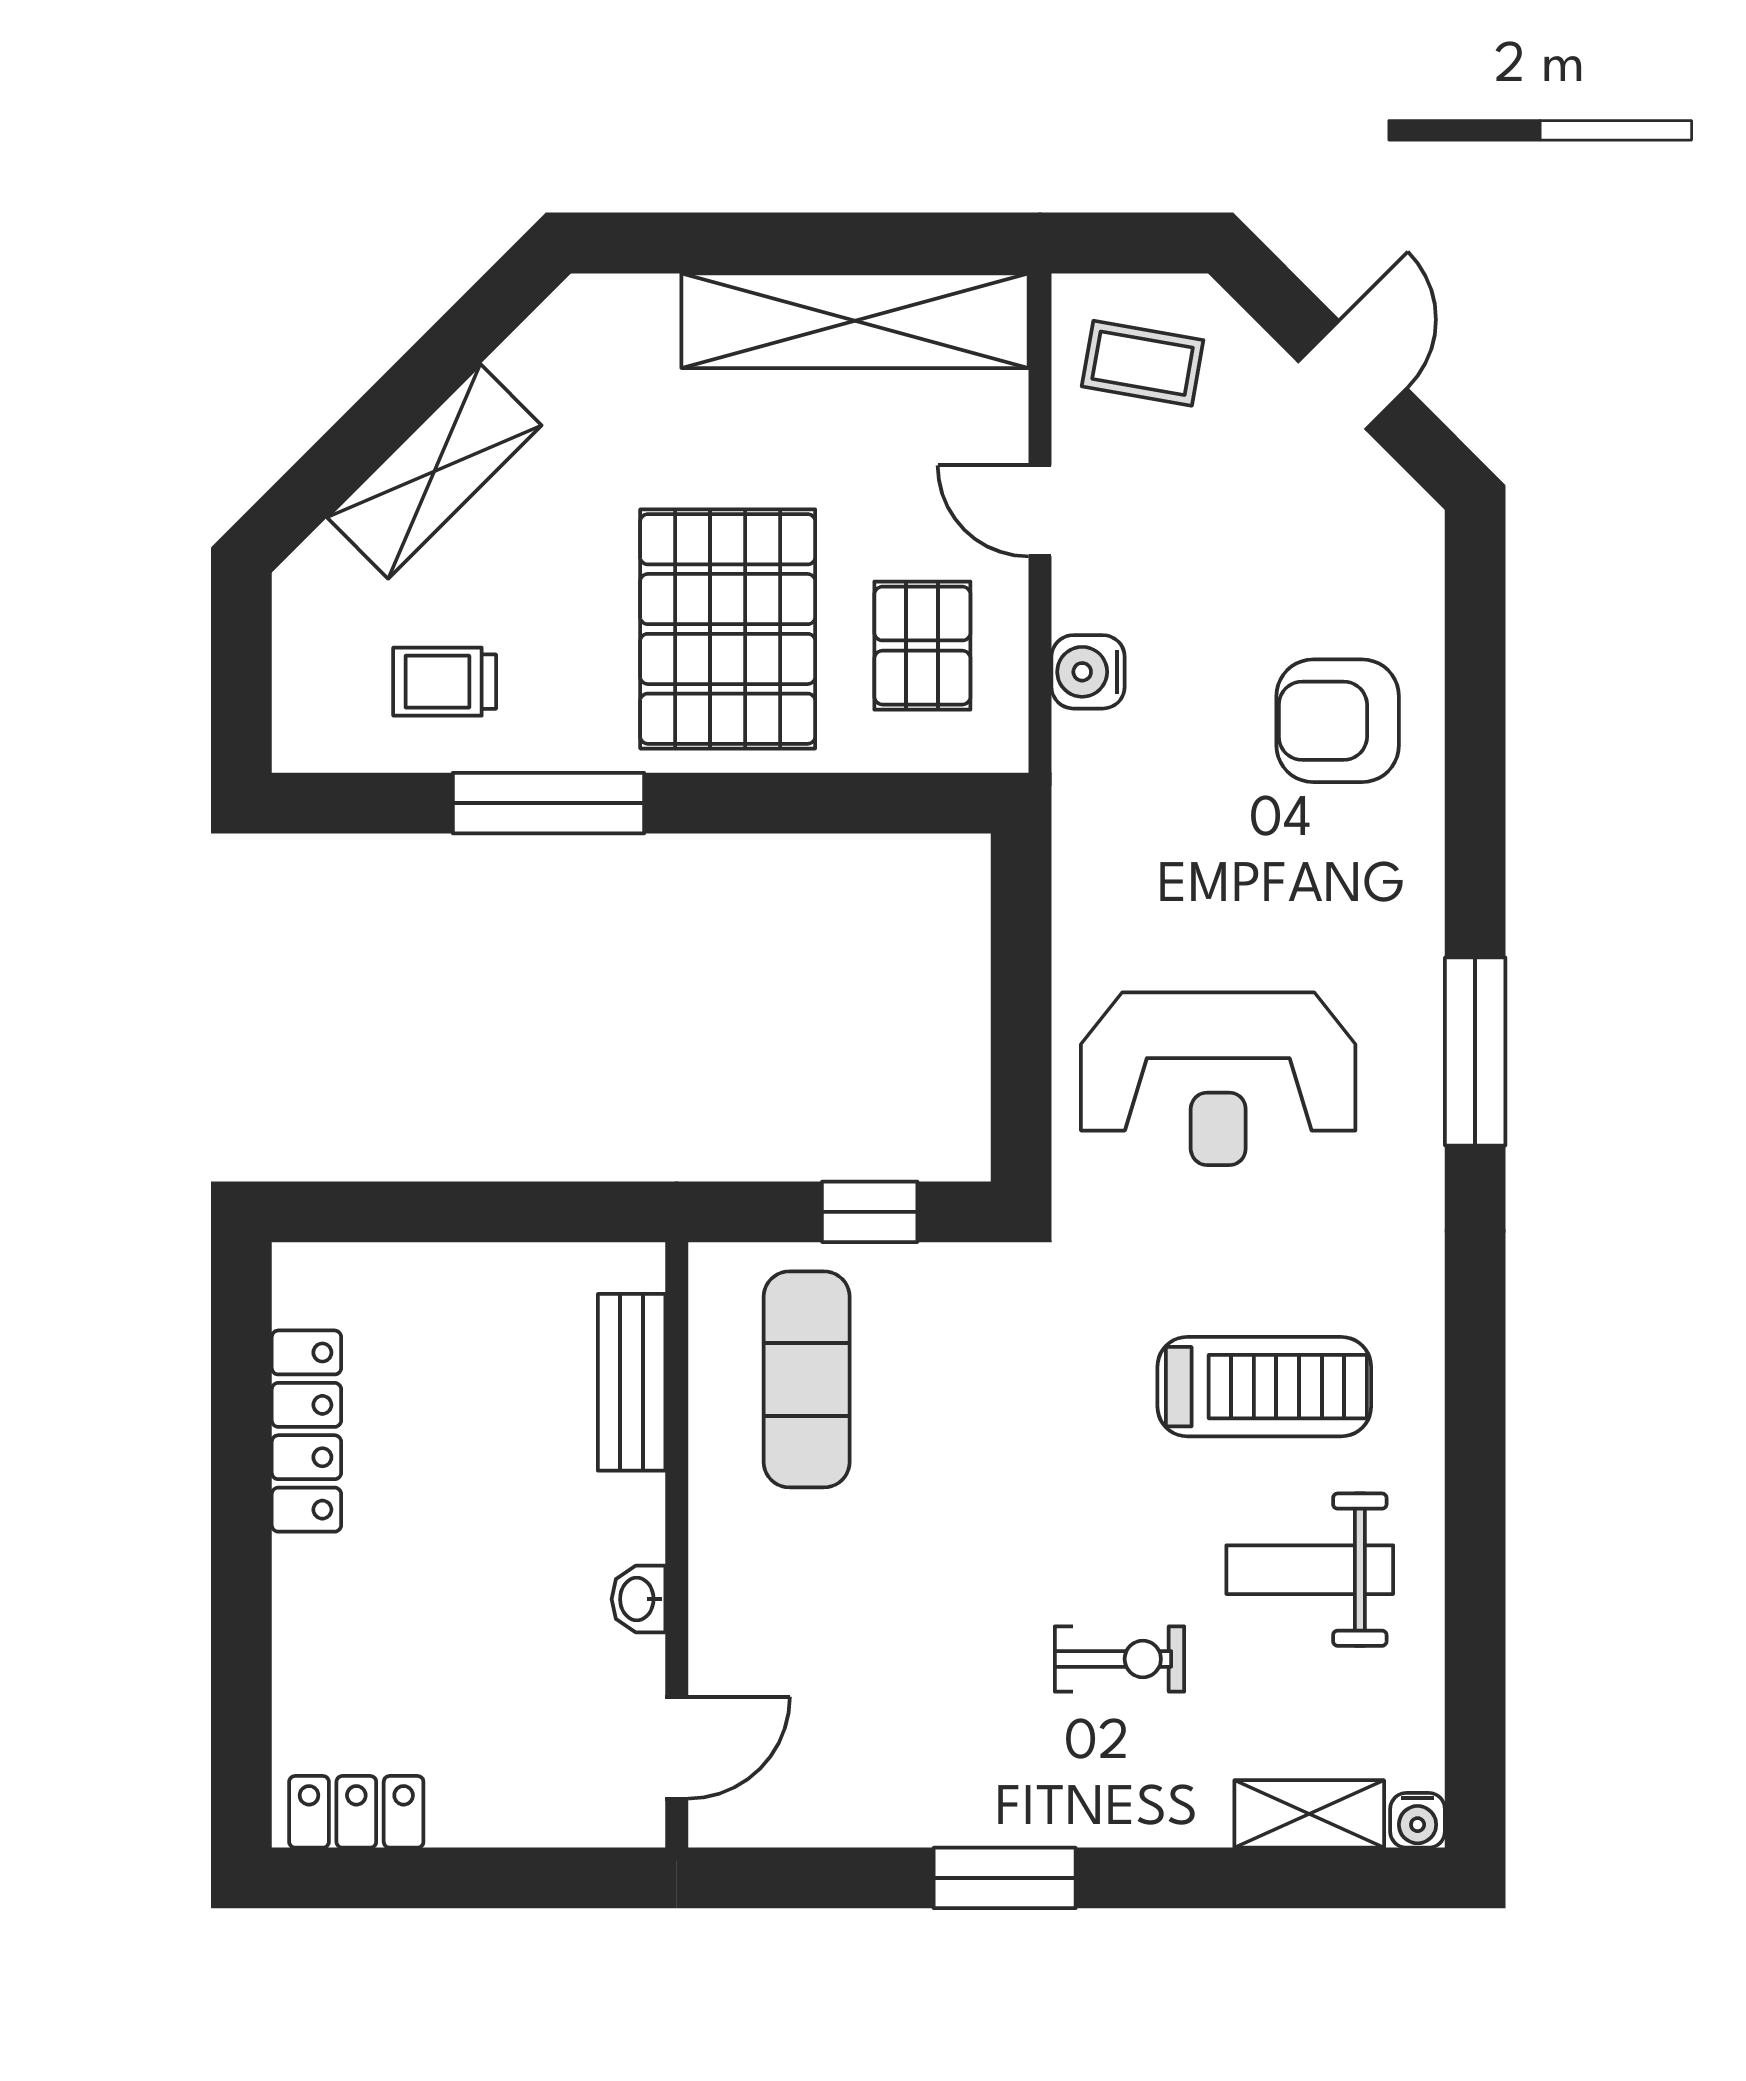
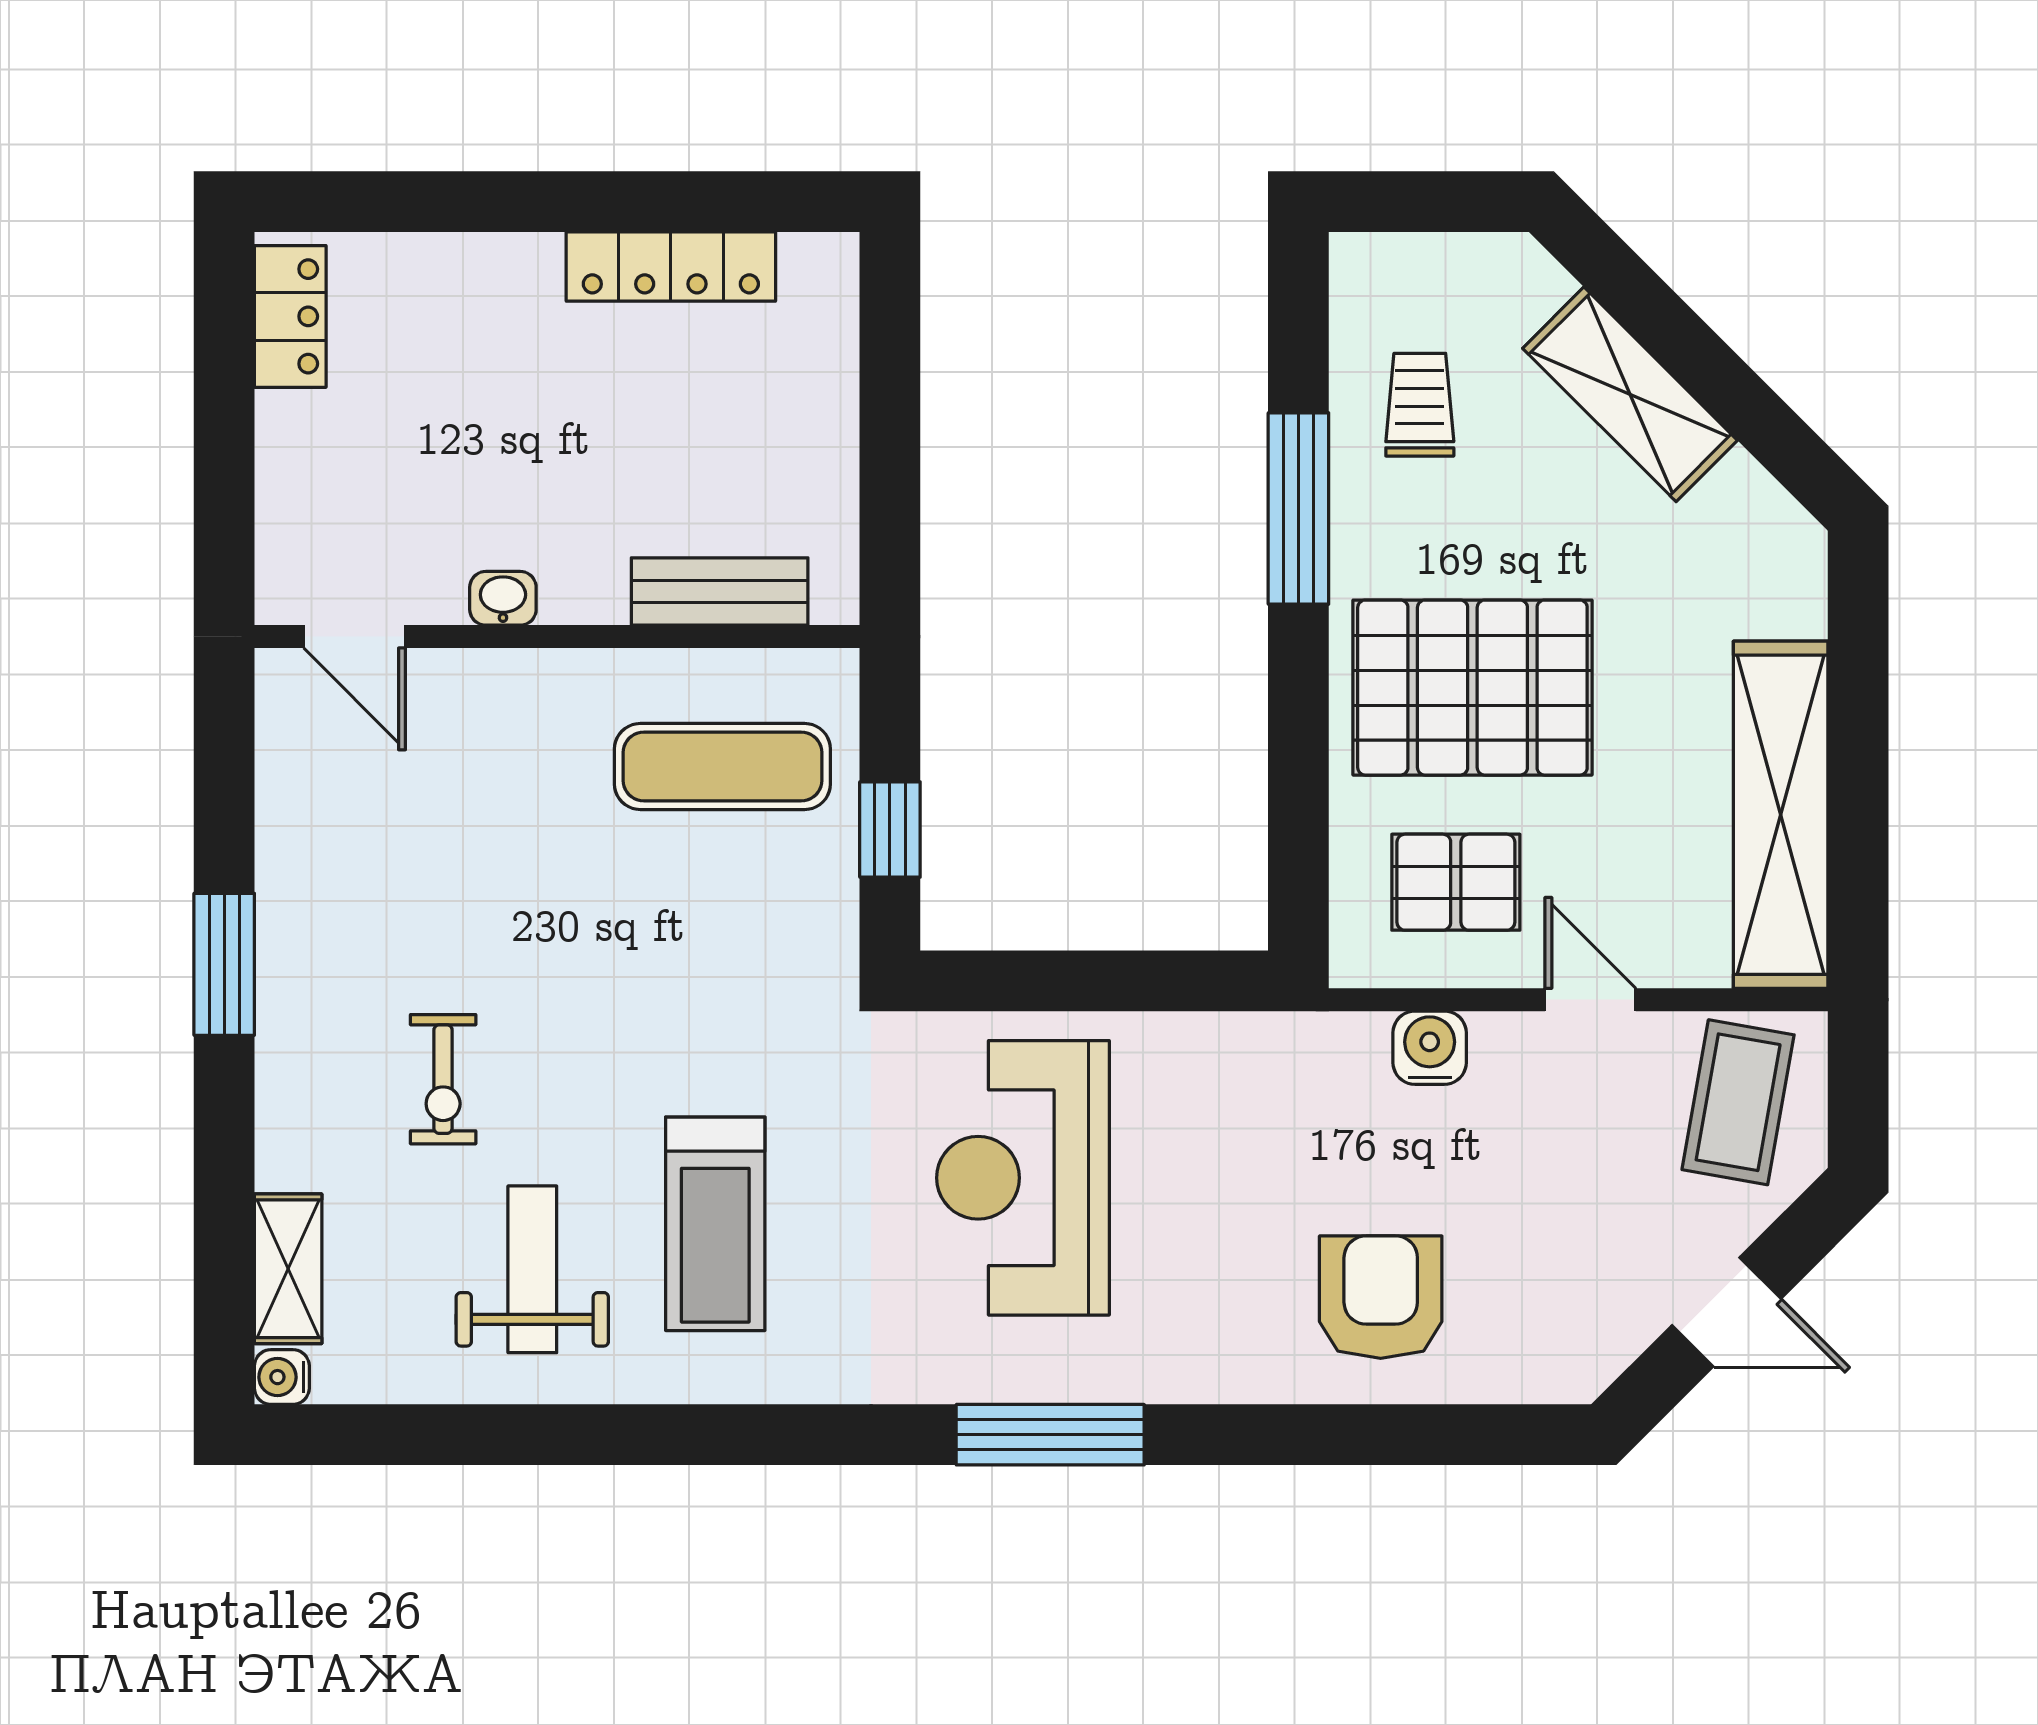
coffee table: (1143, 363) -> (1738, 1102), width x1.36, depth x1.30
door: (1040, 511) -> (1590, 1000), hinge flipped

